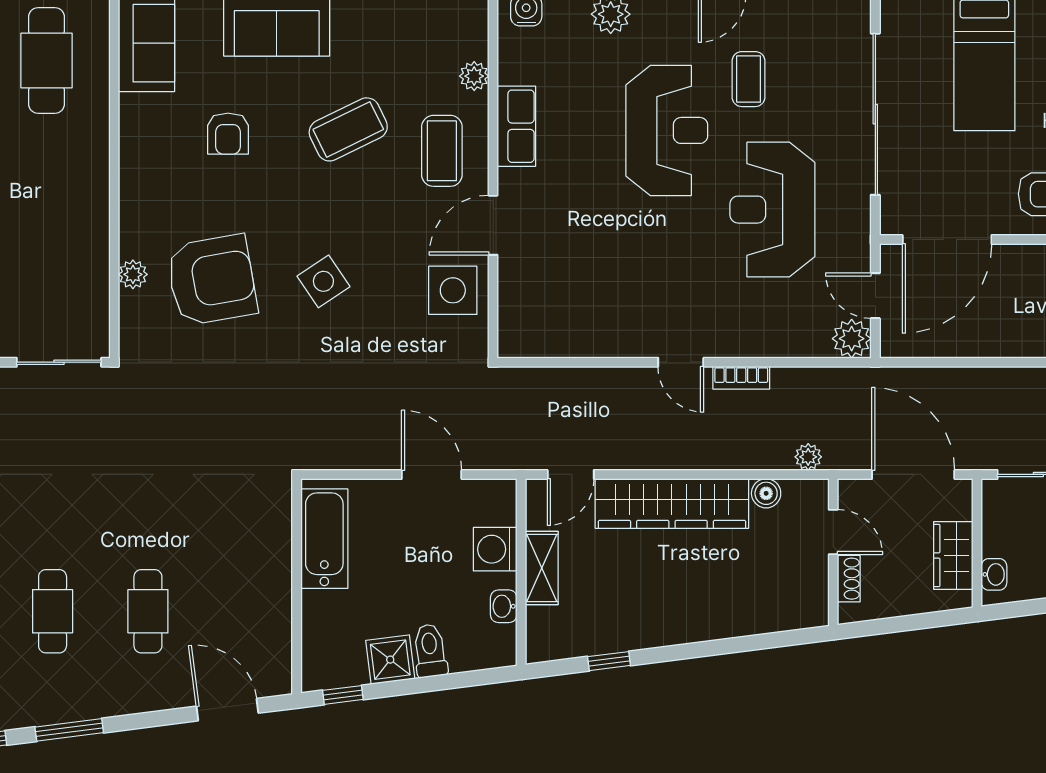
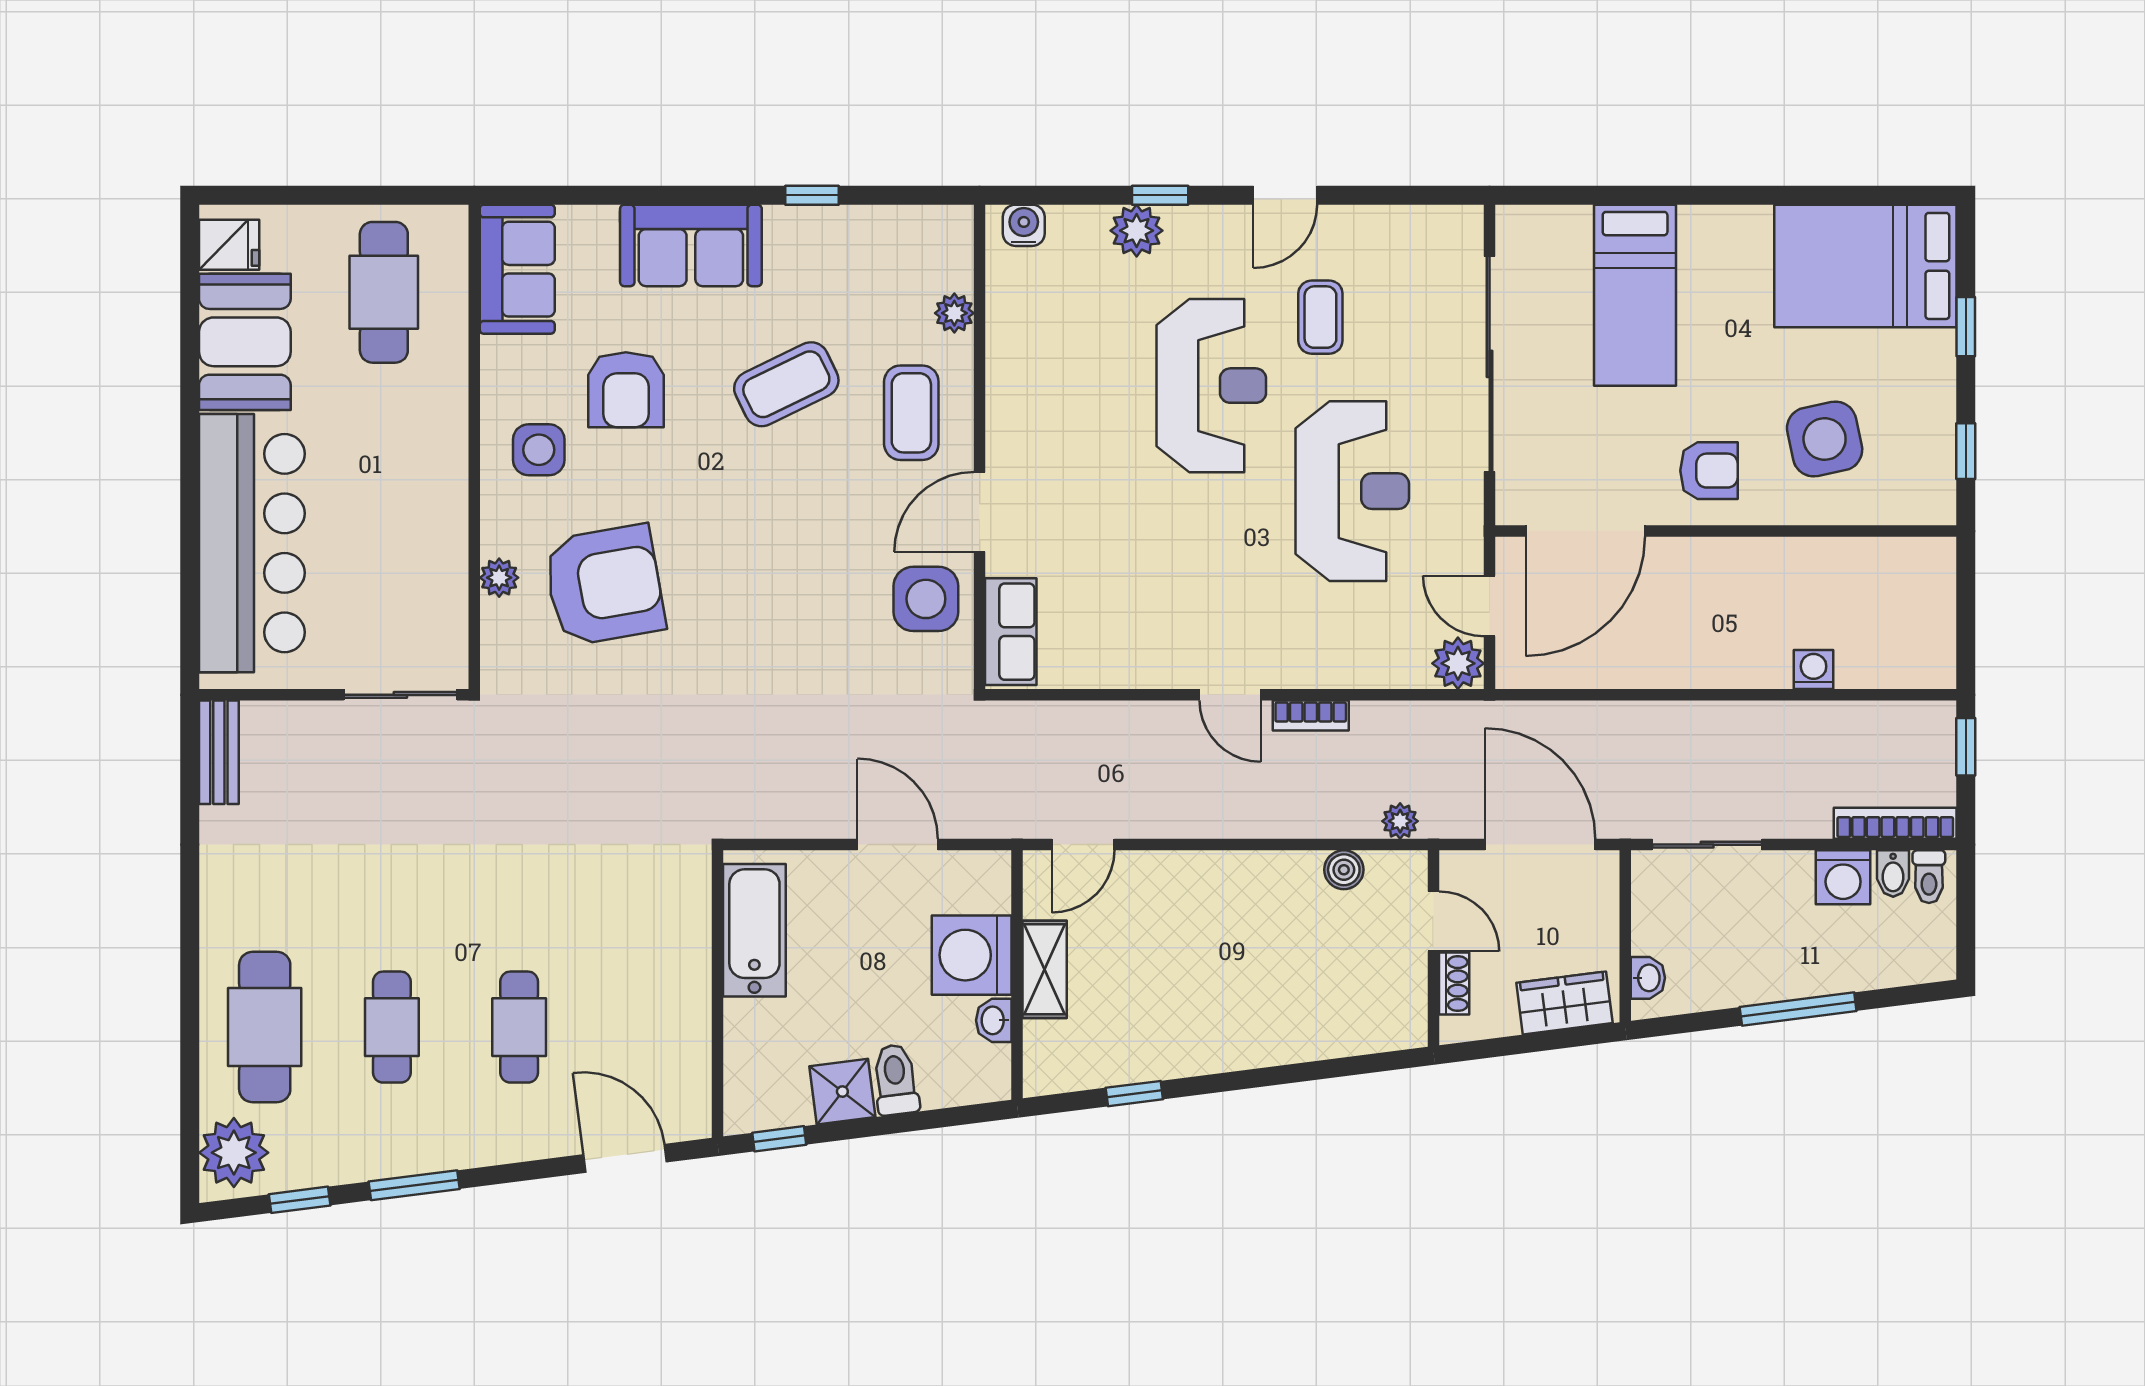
row of seats: (516, 126) -> (1011, 632), moved
armchair: (228, 134) -> (626, 390), width x1.38, depth x1.38
reception desk: (772, 210) -> (1352, 491), turned 180
side table: (323, 281) -> (539, 450), moved, turned 34
wardrobe: (672, 504) -> (1218, 883), removed
washing machine: (495, 549) -> (972, 955), width x1.37, depth x1.37
wardrobe: (953, 555) -> (1564, 1003), moved, turned 83

